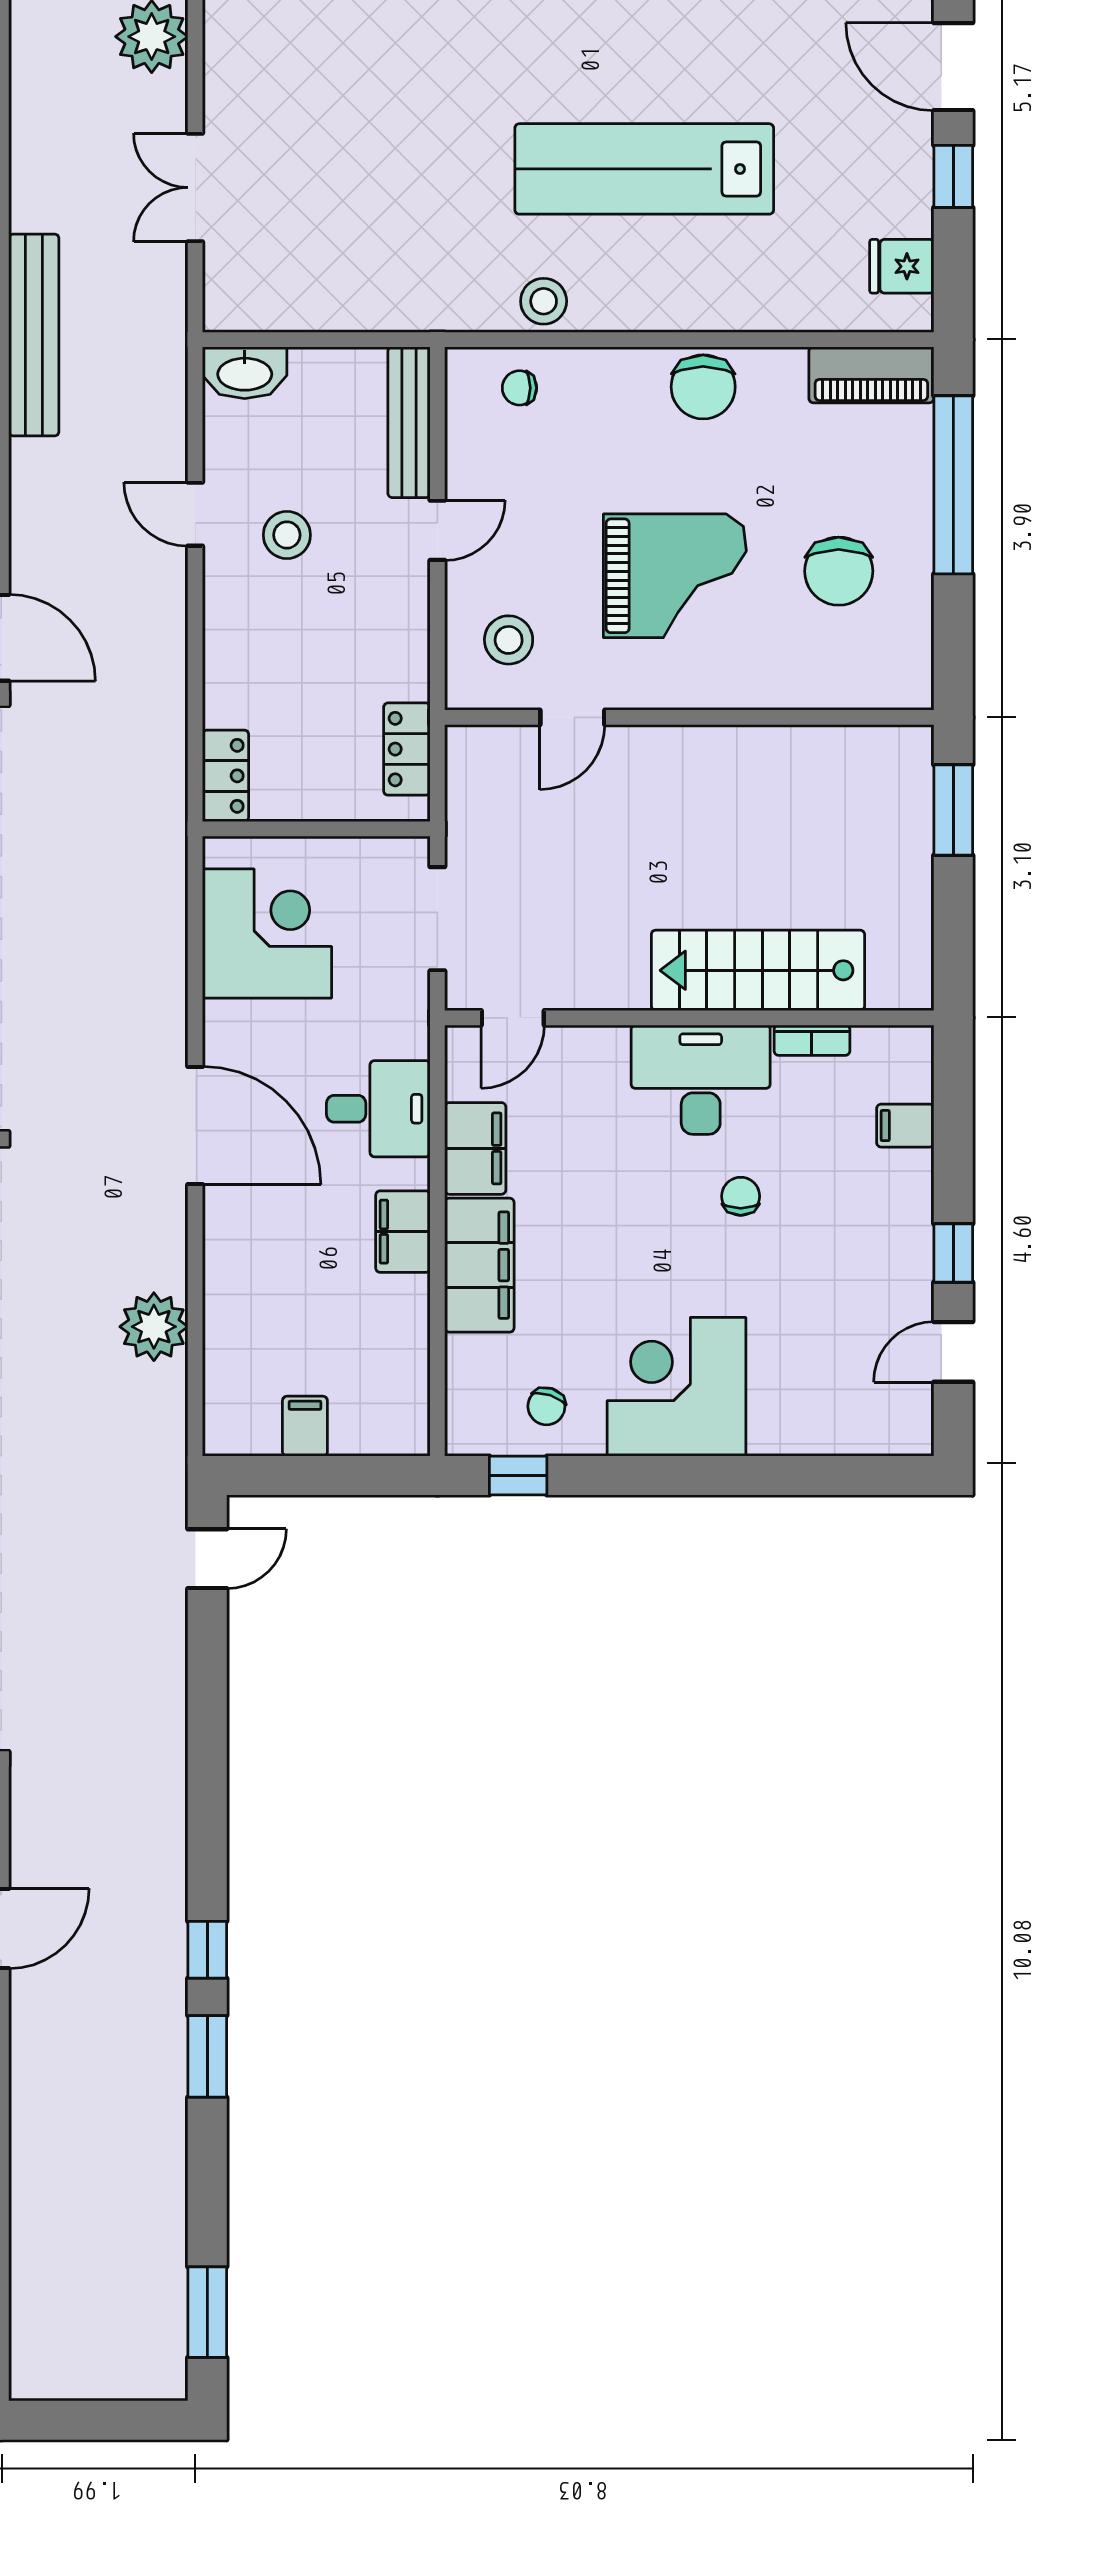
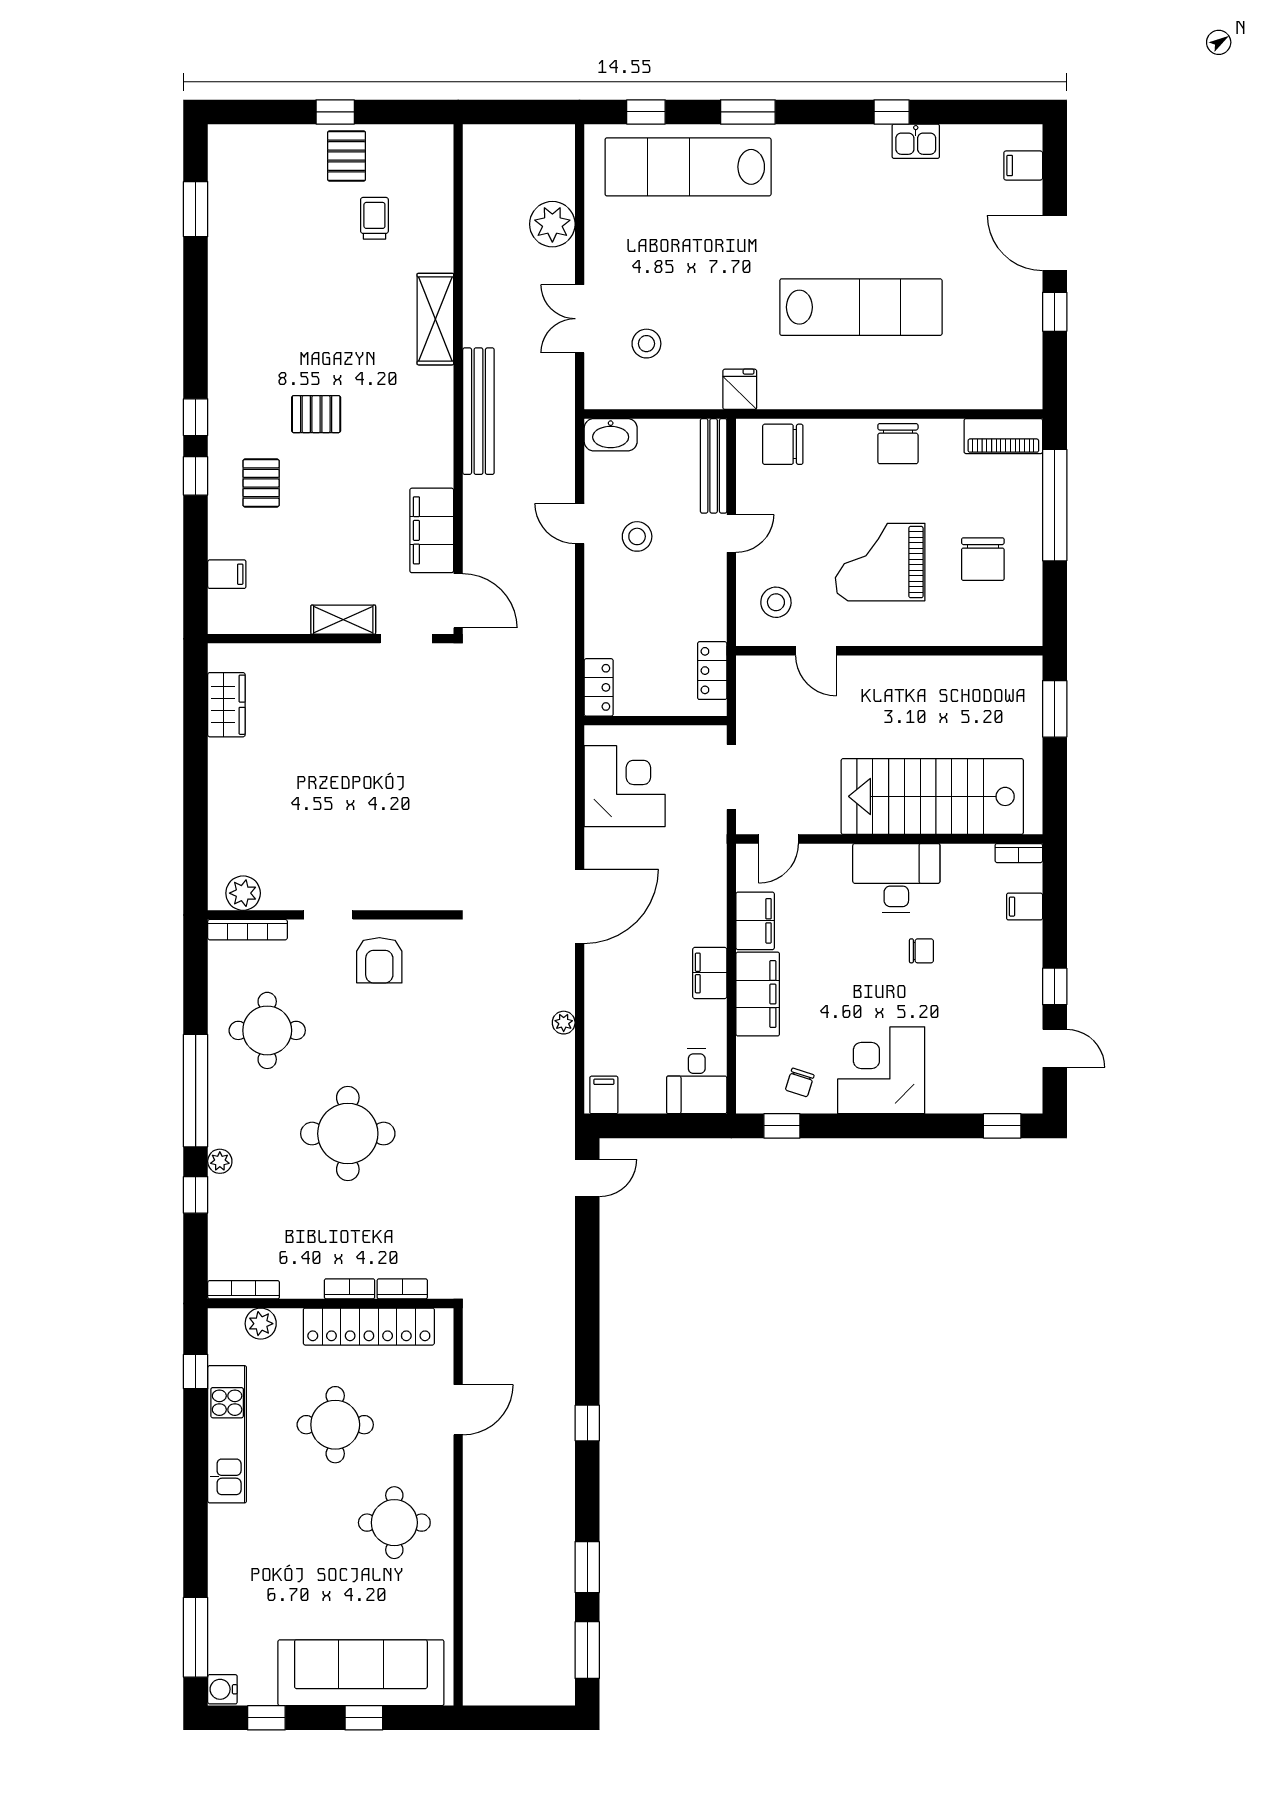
lab bench: (644, 169) -> (861, 307), turned 180
fridge: (902, 266) -> (740, 389), moved, turned 90
stool: (544, 301) -> (646, 344), moved
chair: (519, 388) -> (783, 444), width x1.87, depth x1.87
grand piano: (675, 576) -> (880, 562), turned 180
door: (572, 717) -> (816, 651), hinge flipped
stairs: (758, 970) -> (932, 796), width x1.36, depth x1.51
bookcase: (812, 1040) -> (1019, 853), moved
desk: (378, 1109) -> (697, 1081), moved, turned 90
door: (195, 1126) -> (580, 907), hinge flipped
chair: (741, 1196) -> (921, 951), turned 90
plant: (154, 1327) -> (564, 1023), width x0.53, depth x0.53
door: (953, 1352) -> (1055, 1048), swing flipped
filing cabinet: (305, 1426) -> (604, 1095), moved
window: (870, 1476) -> (1002, 1126), added
window: (207, 2056) -> (587, 1567), moved

